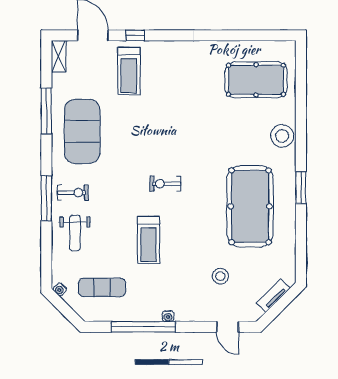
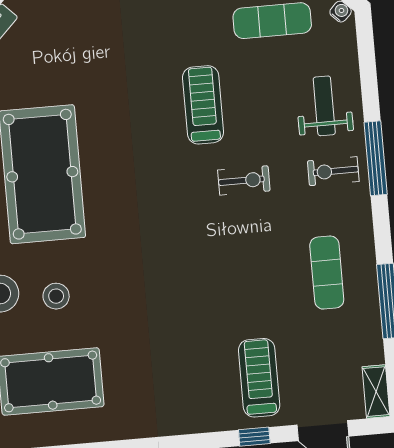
exercise mat: (82, 131) -> (327, 273), width x0.50, depth x0.69
exercise bike: (165, 184) -> (244, 180), moved
stool: (220, 276) -> (56, 296), moved

